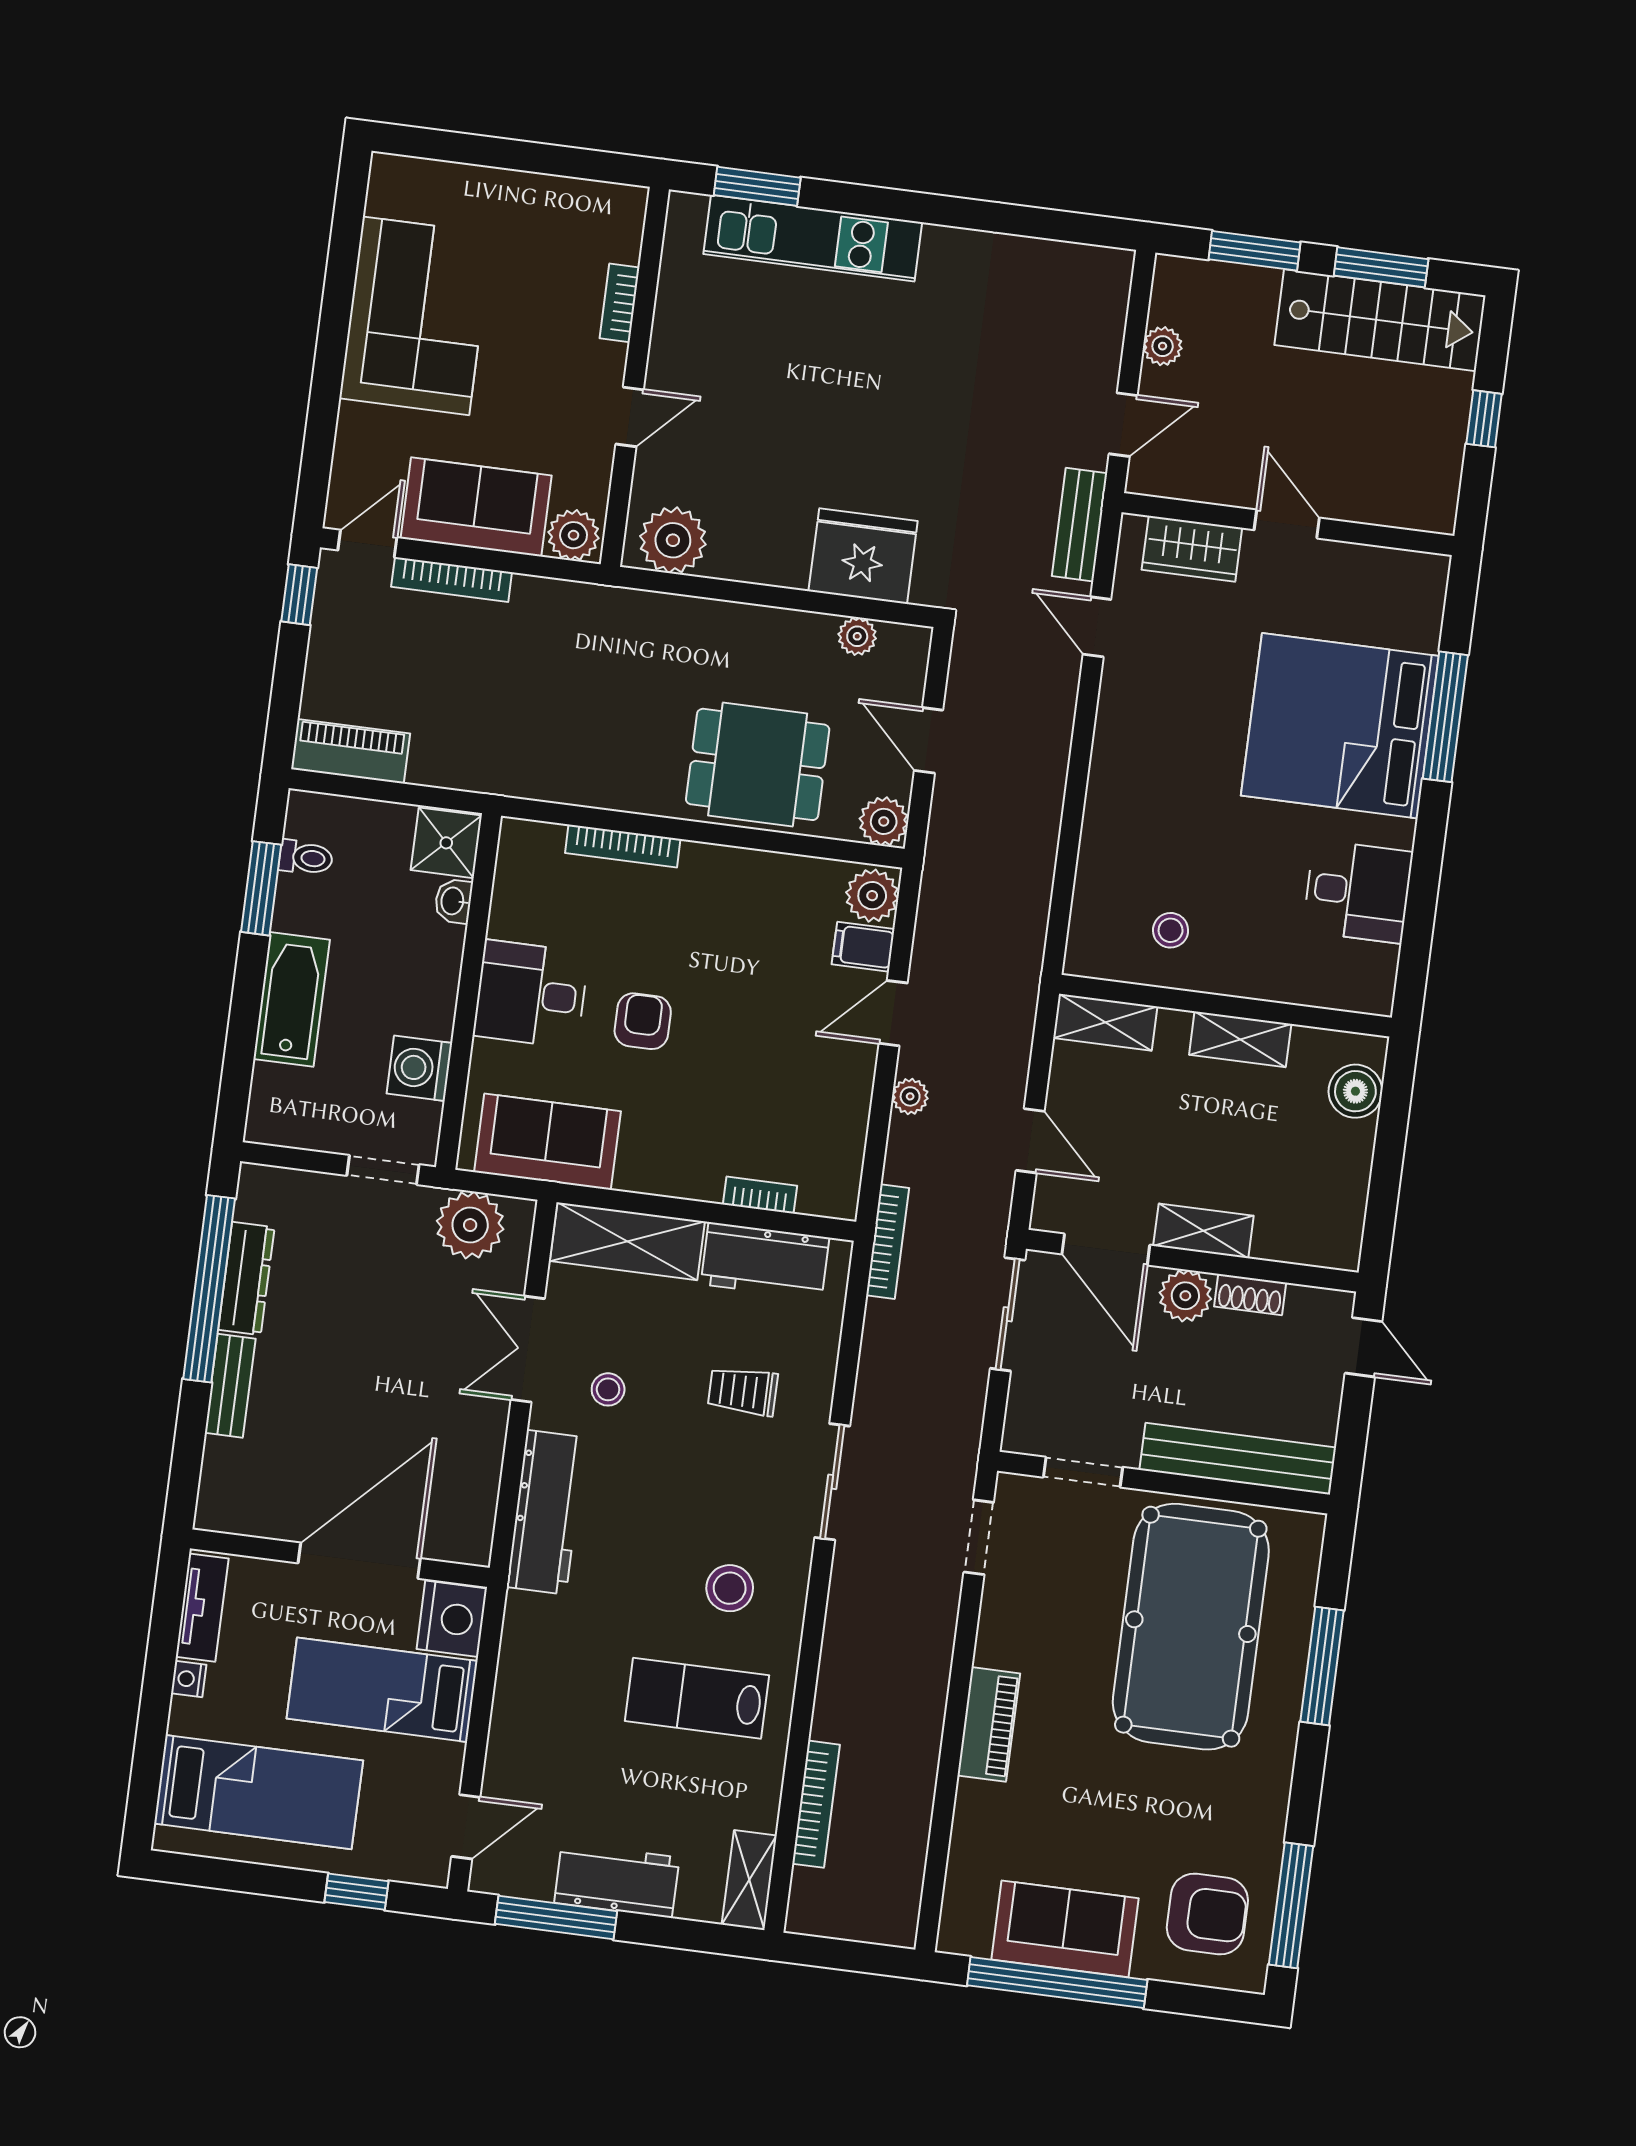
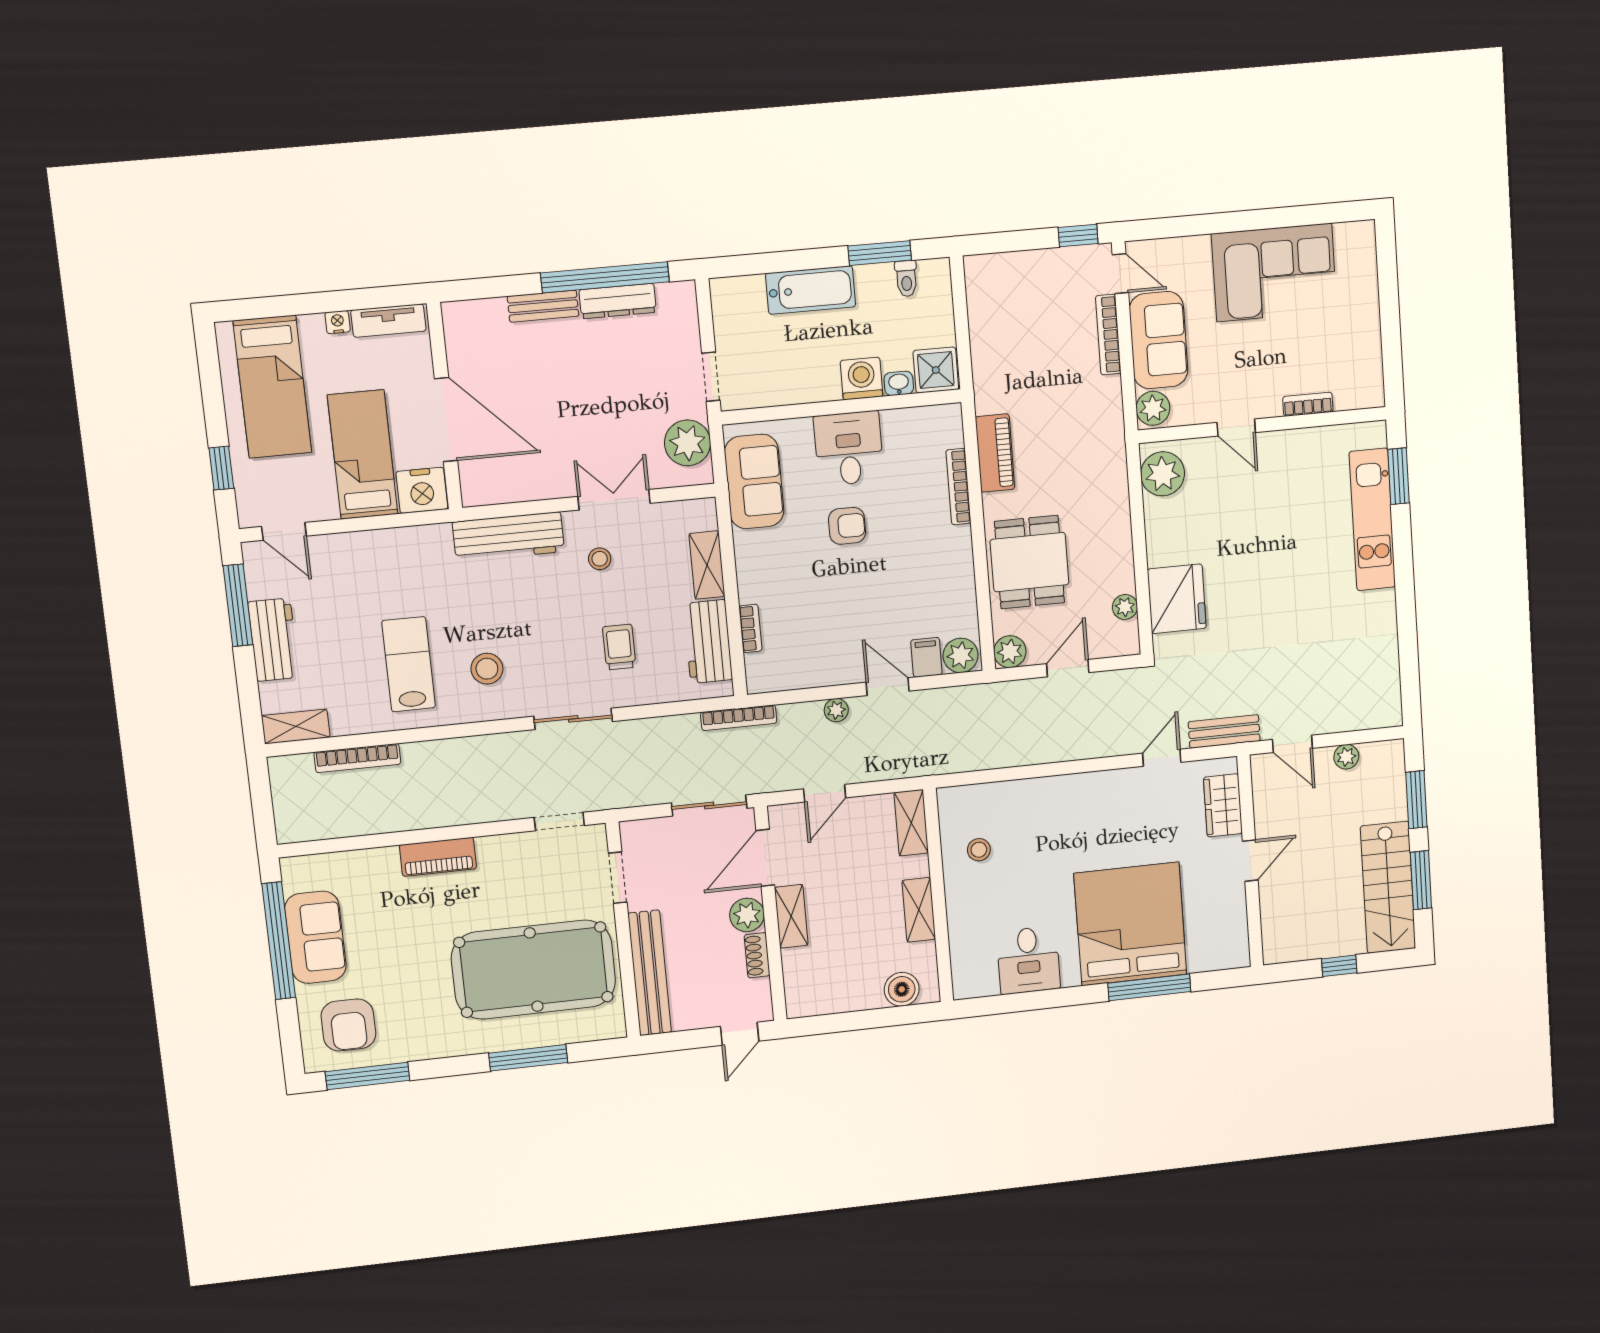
piano: (351, 751) -> (995, 453), moved
washing machine: (419, 1068) -> (861, 379), moved
shelving: (627, 1241) -> (707, 565), width x0.67, depth x0.75

